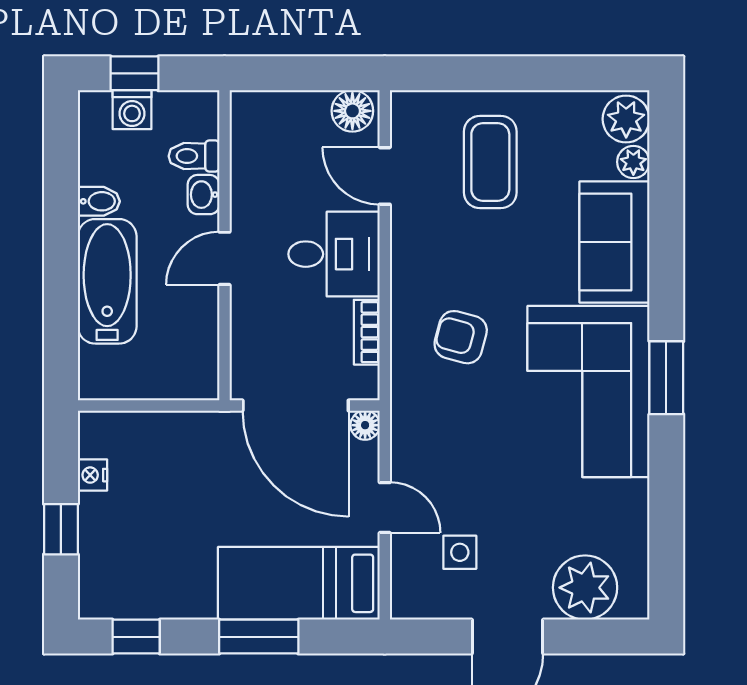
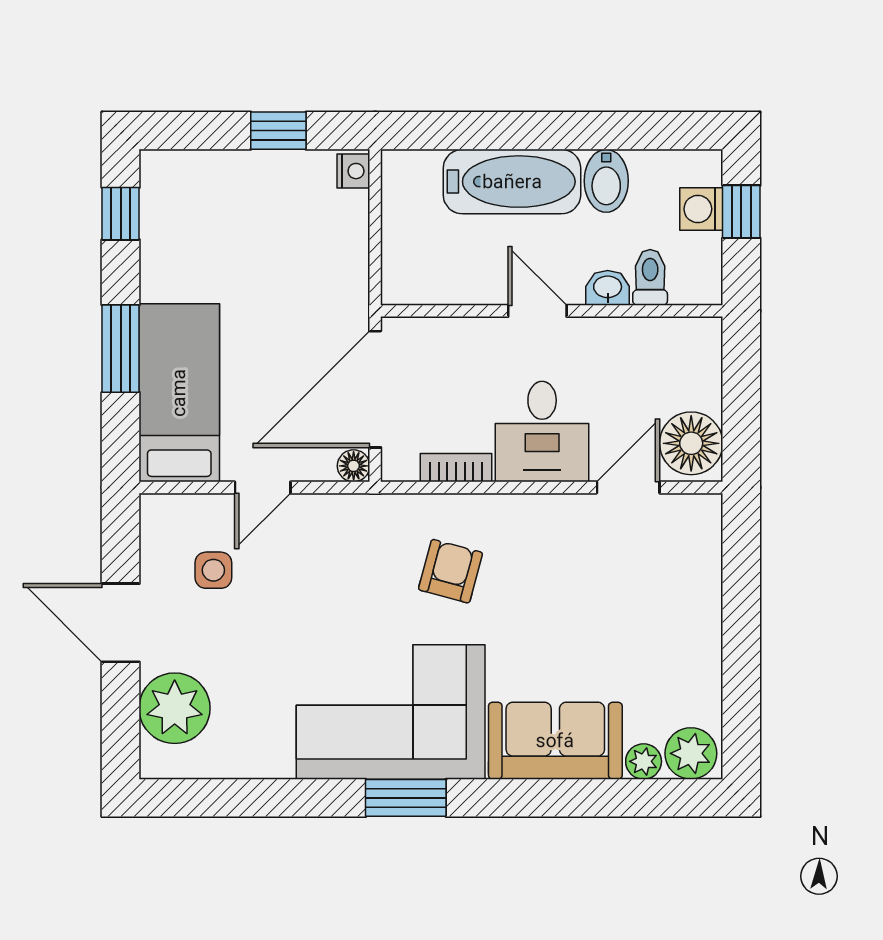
floor lamp: (352, 111) -> (691, 443), width x1.38, depth x1.38
coffee table: (490, 162) -> (644, 604), removed
bidet: (99, 201) -> (606, 181), width x1.38, depth x1.36
nightstand: (92, 475) -> (353, 171), moved, turned 90
window: (61, 529) -> (278, 131), moved

